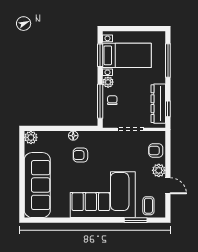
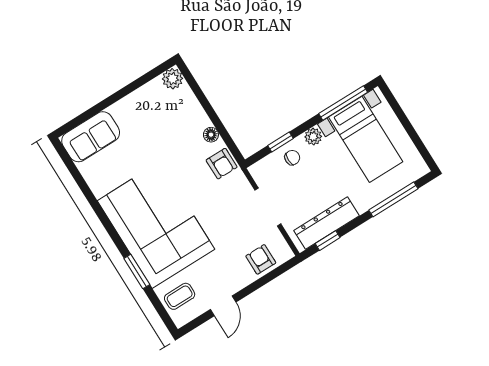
window: (100, 55) -> (343, 103), width x1.44
window: (100, 101) -> (281, 142), width x0.46
armchair: (80, 155) -> (222, 164), moved, turned 180
plant: (159, 170) -> (236, 280), removed
sofa: (37, 185) -> (91, 137), width x0.54, depth x0.79
window: (136, 220) -> (137, 272), moved

